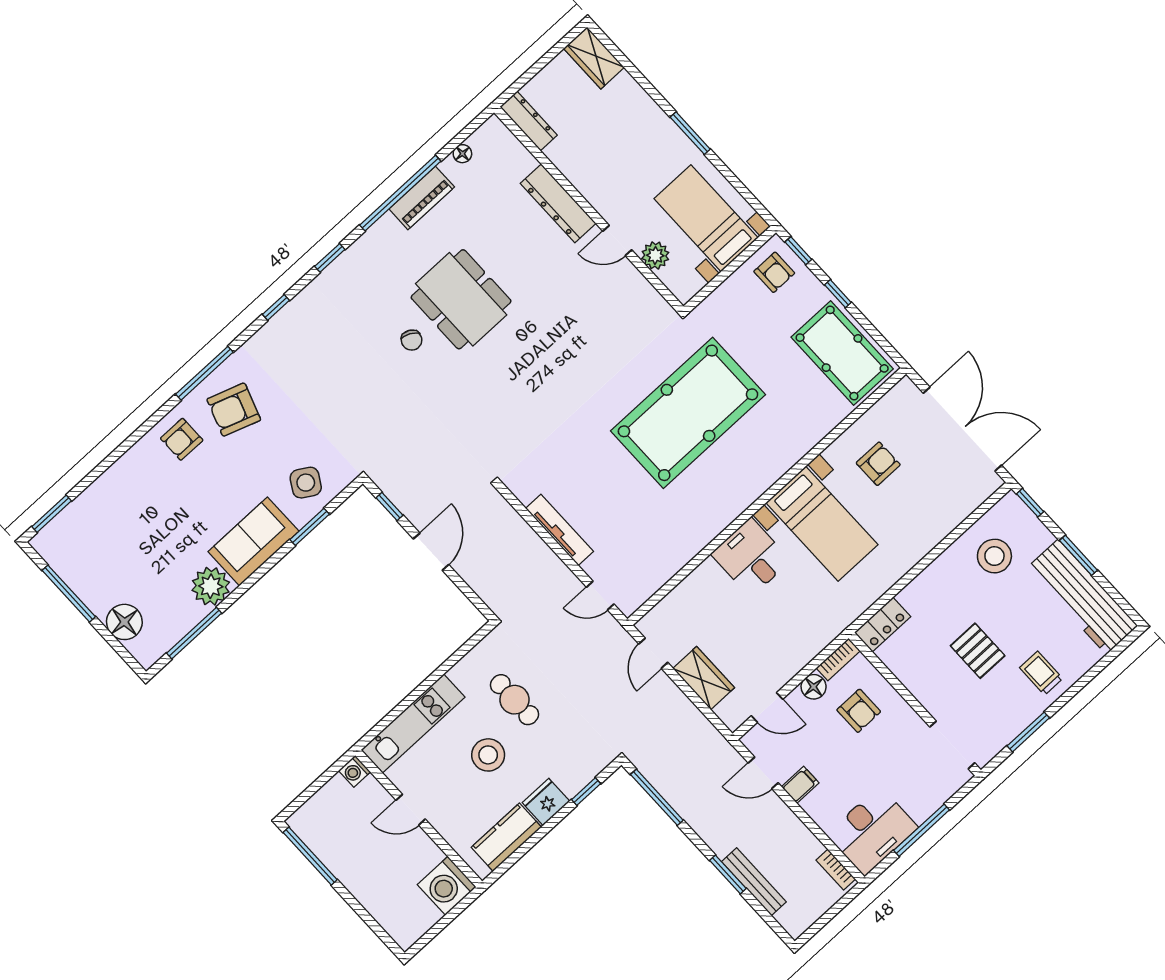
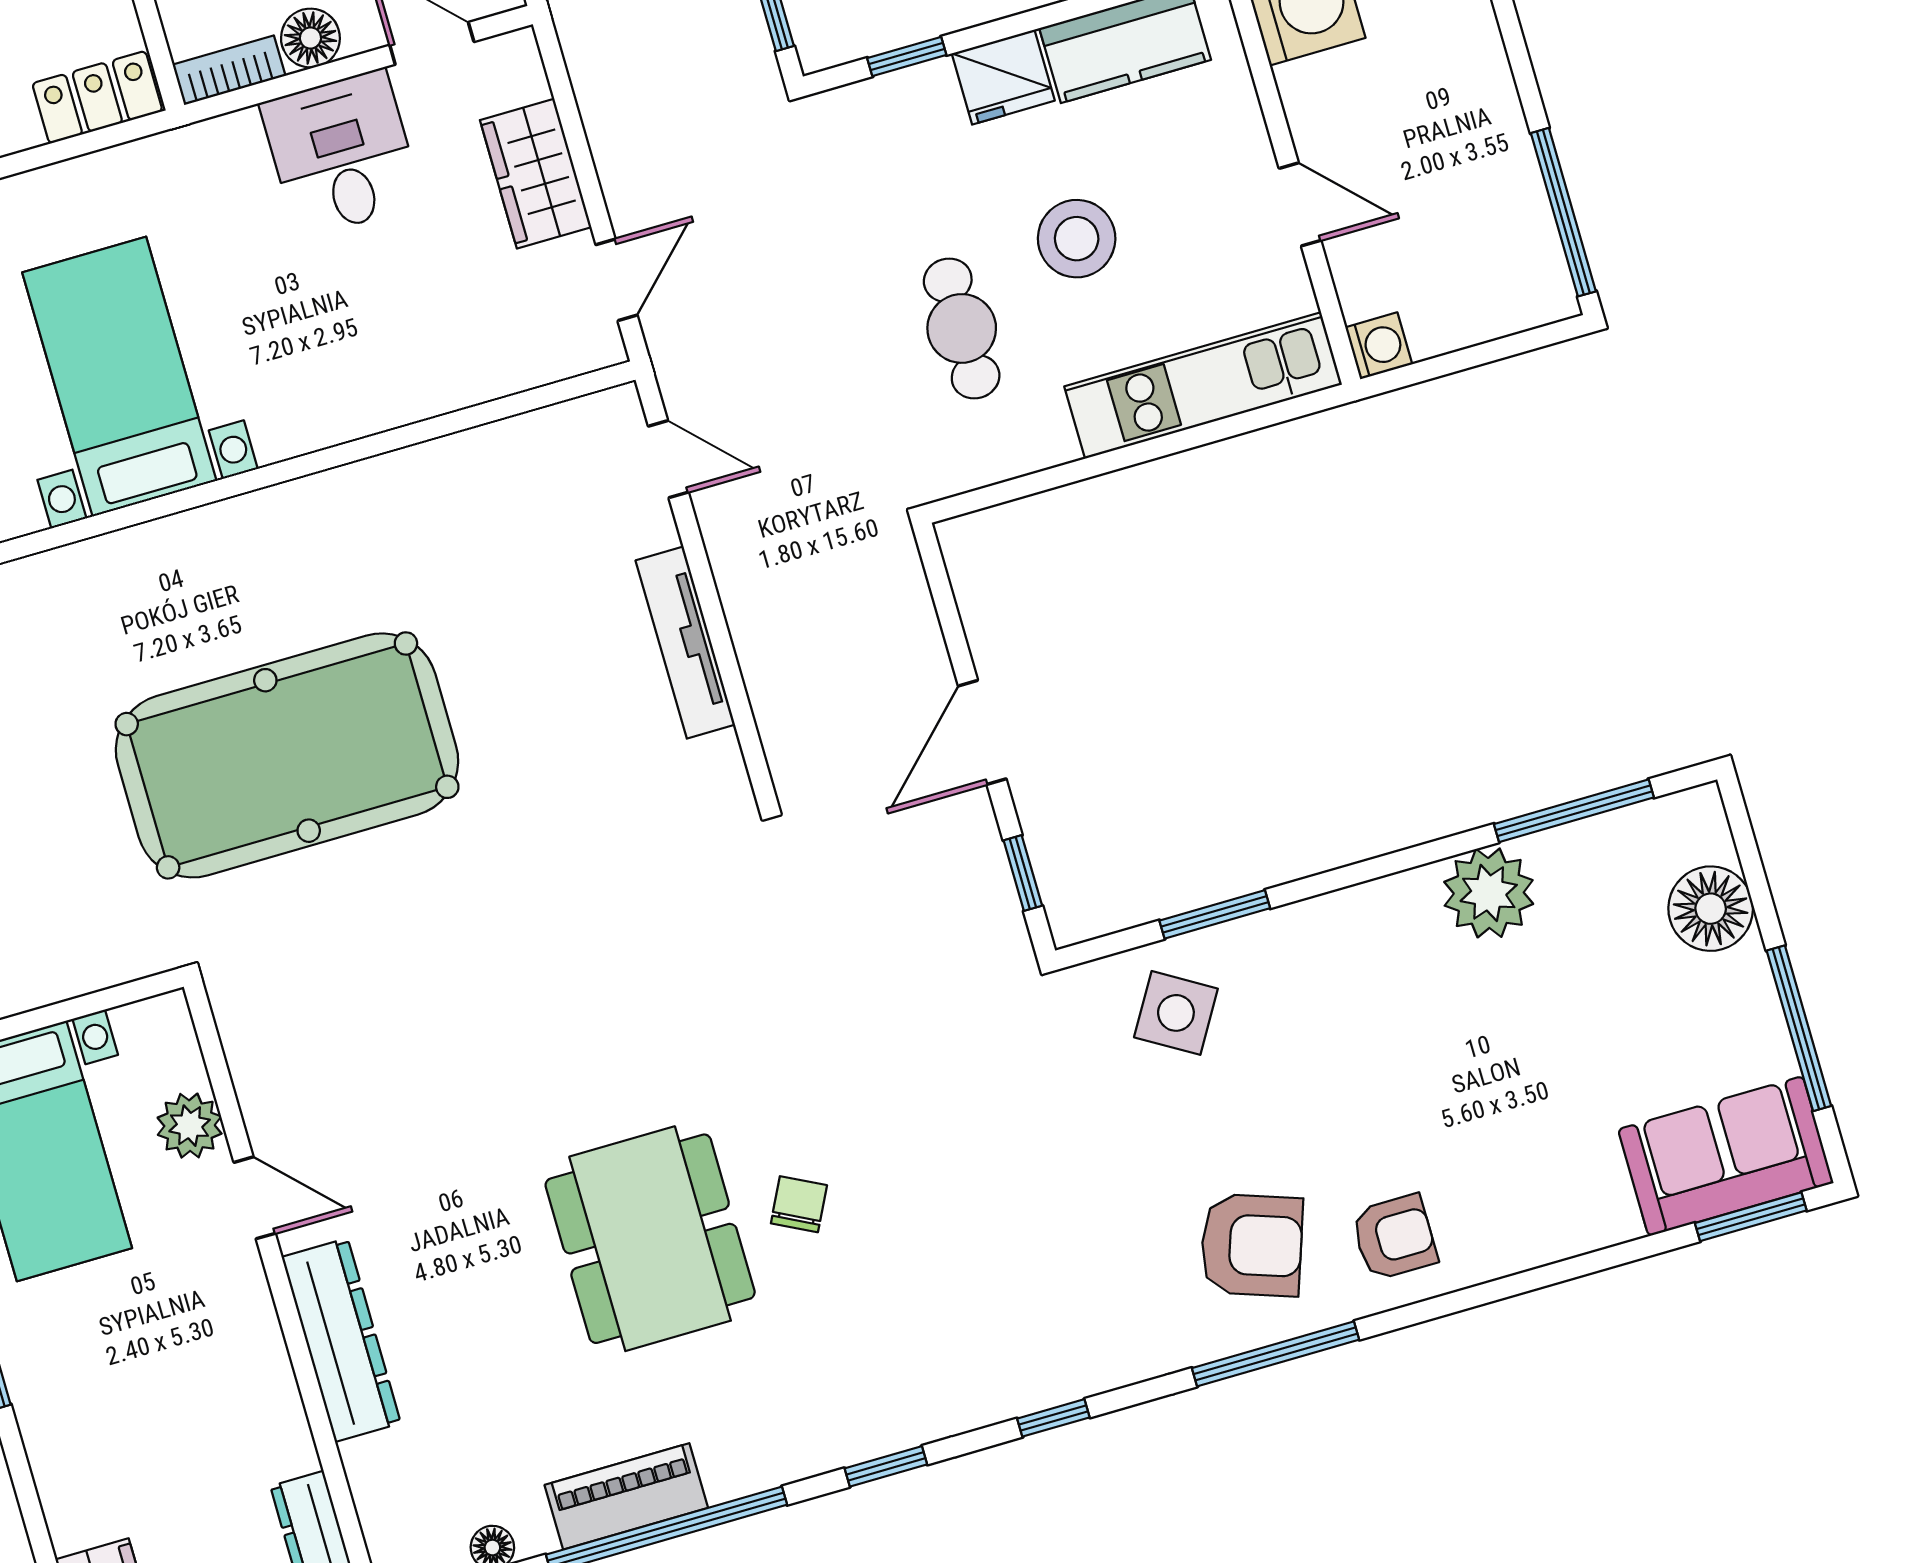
sofa: (253, 541) -> (1726, 1156), moved, turned 180
desk: (751, 557) -> (341, 154), moved, turned 180

